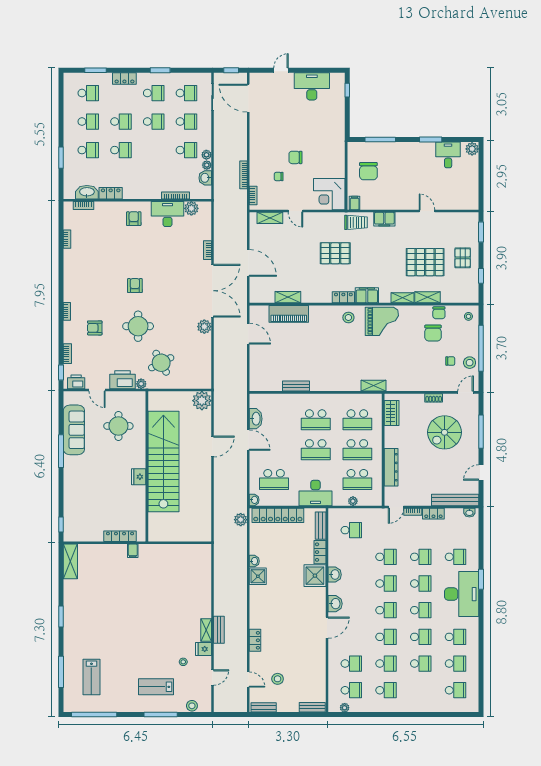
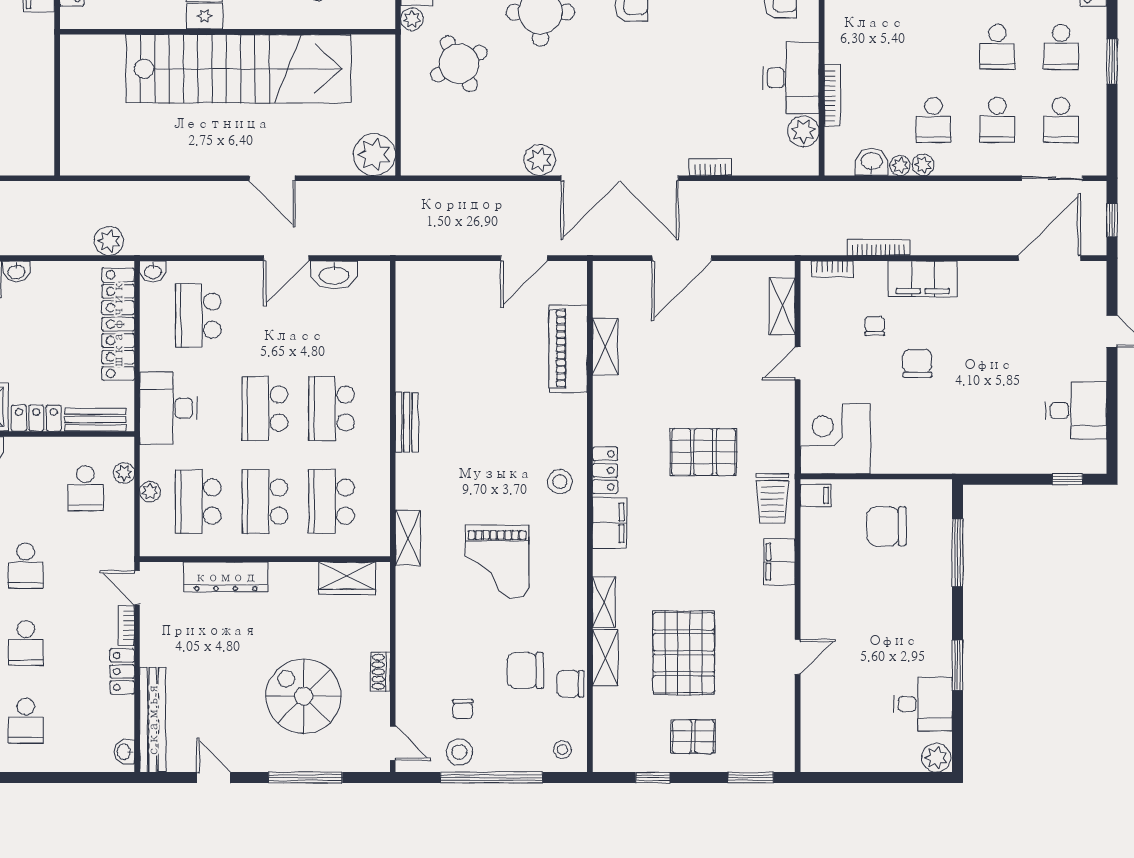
desk: (312, 86) -> (1076, 411), width x0.73
filing cabinet: (257, 155) -> (923, 279), added
pallet: (335, 253) -> (703, 452), turned 90
grand piano: (382, 321) -> (497, 562), moved
bench: (296, 386) -> (407, 422), moved
plant: (345, 513) -> (124, 473), added

